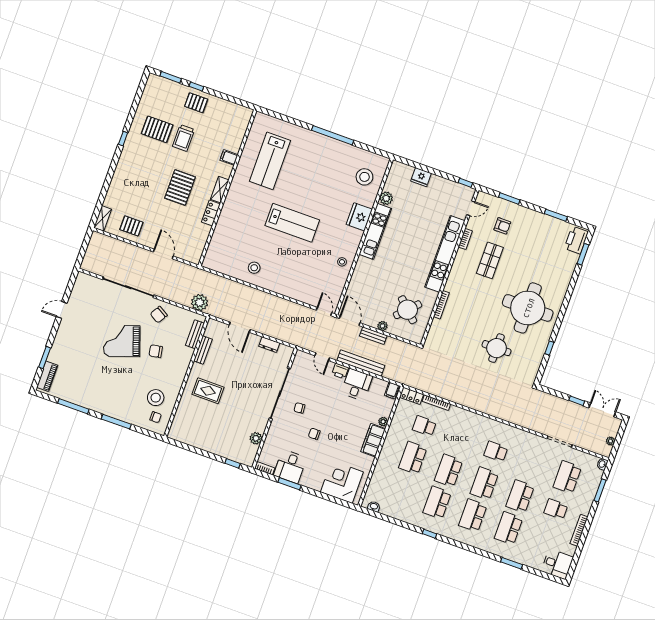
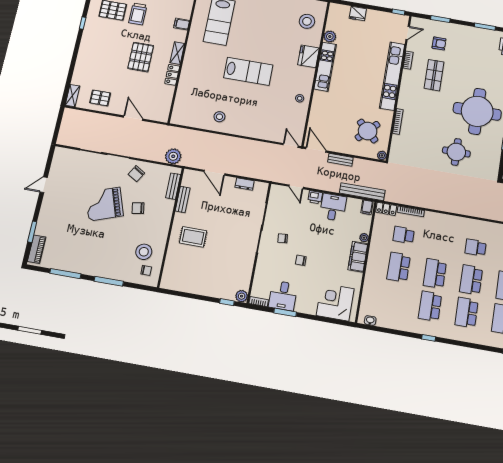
plant: (382, 326) -> (382, 155), moved
bench: (361, 363) -> (362, 192), moved
plant: (256, 438) -> (242, 296), moved

